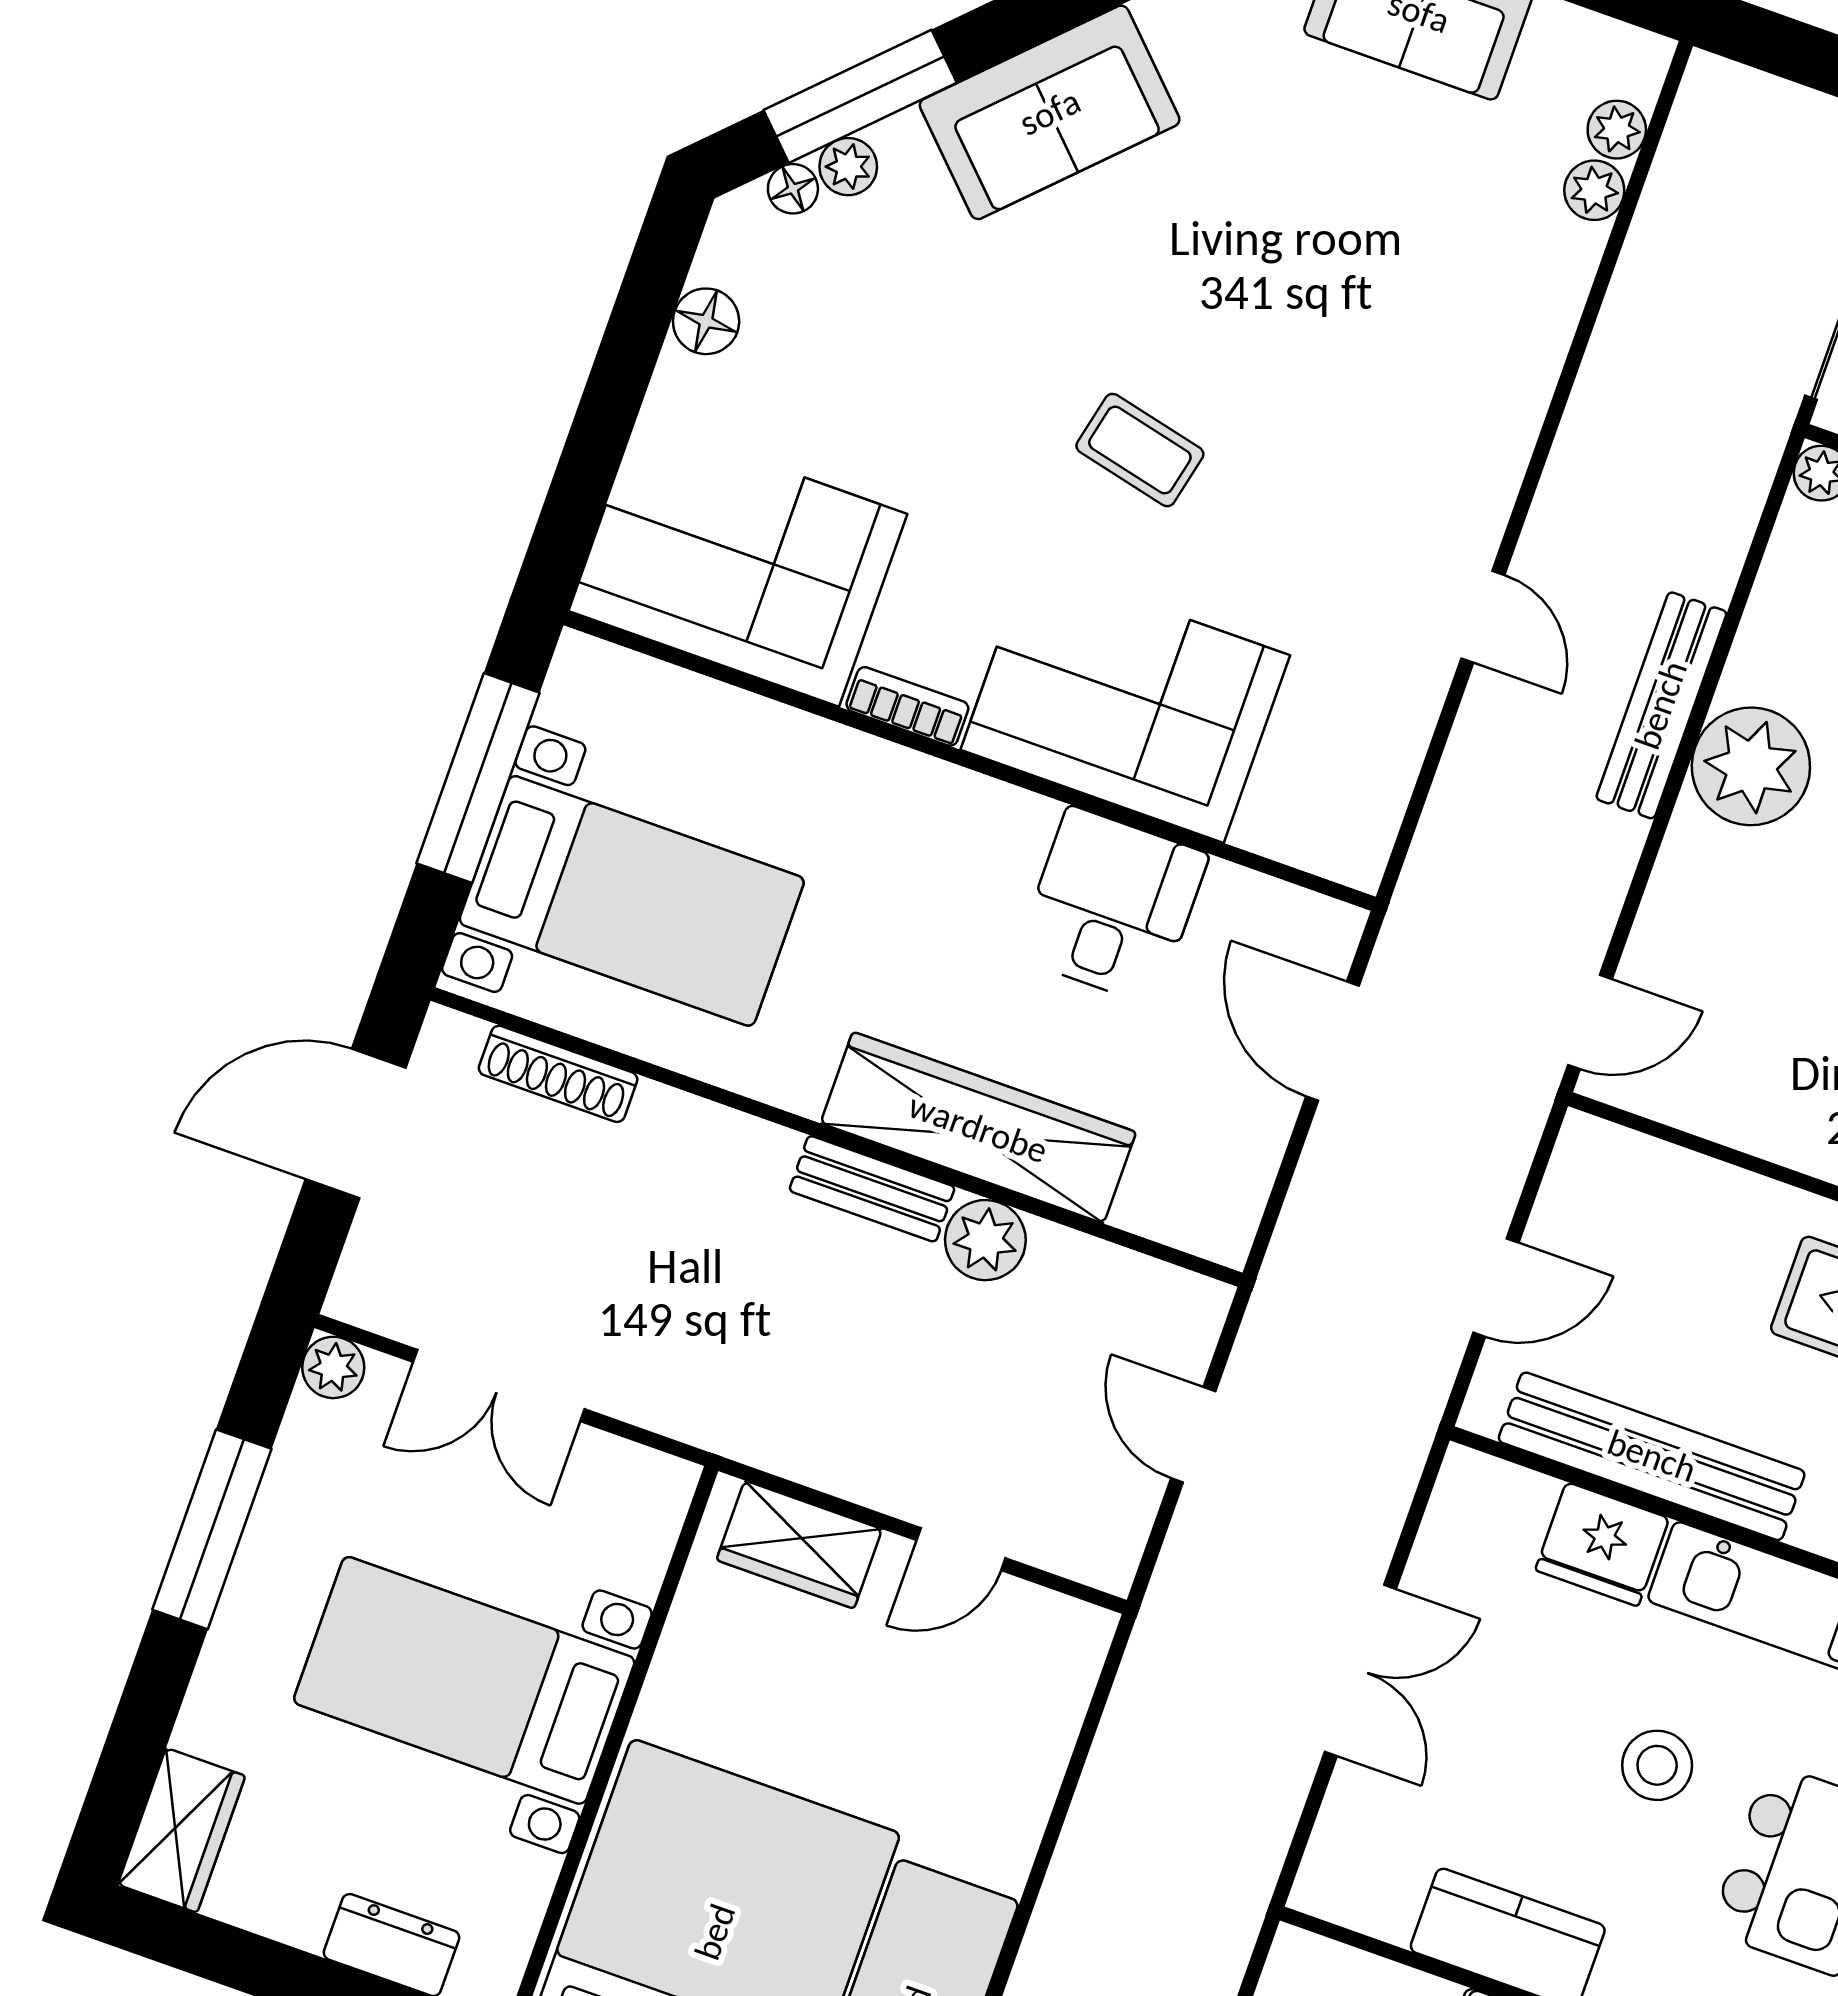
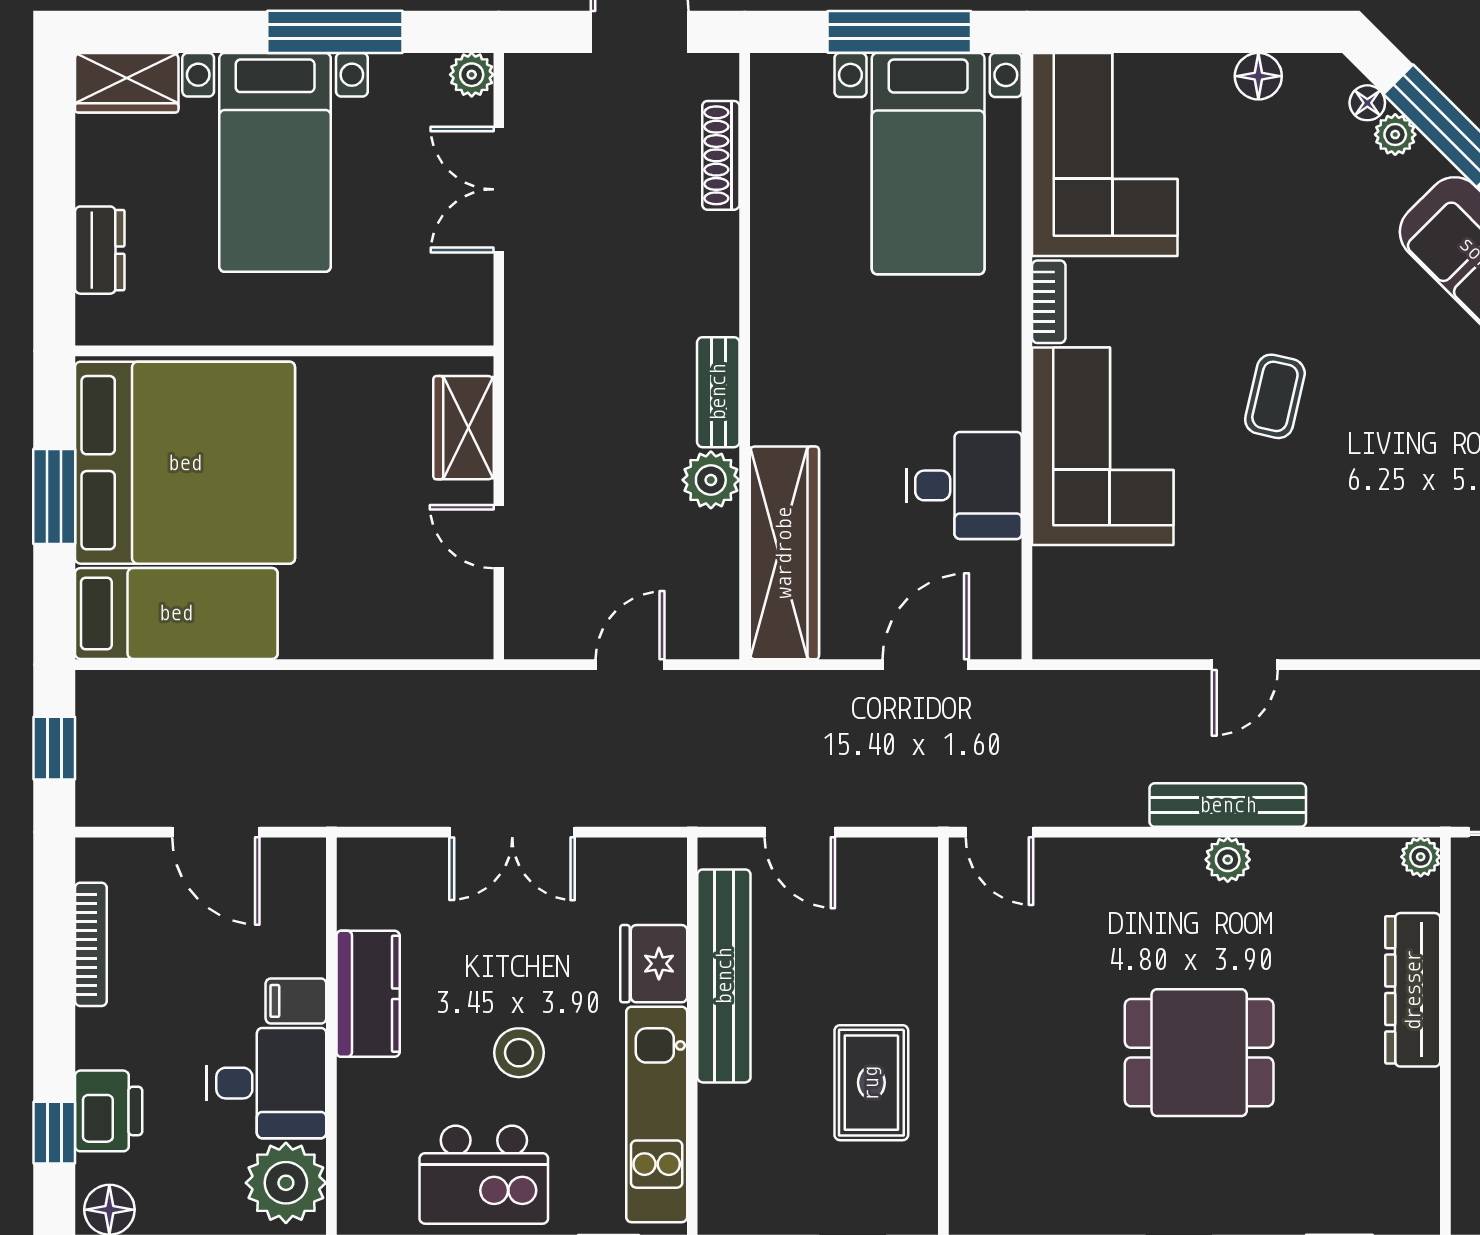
plant: (1751, 766) -> (1228, 860), width x0.53, depth x0.53
bed with nightstands: (632, 901) -> (928, 164), moved
wardrobe: (978, 1128) -> (784, 553), moved
bed with nightstands: (464, 1680) -> (275, 162), moved, turned 180

